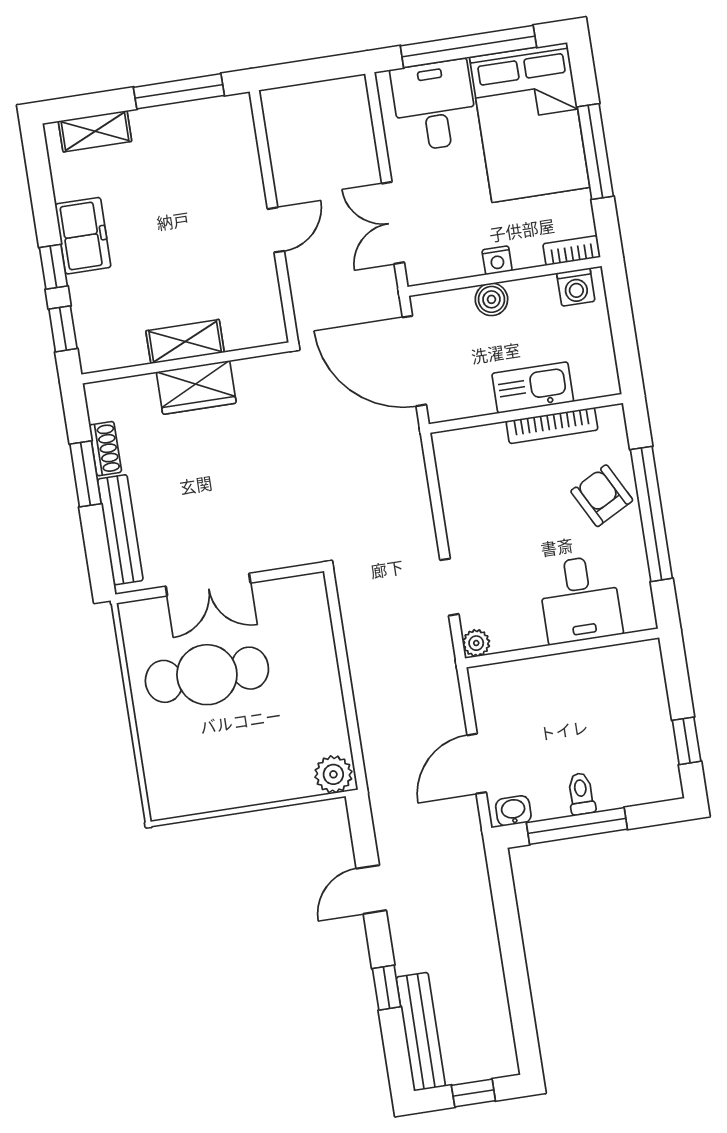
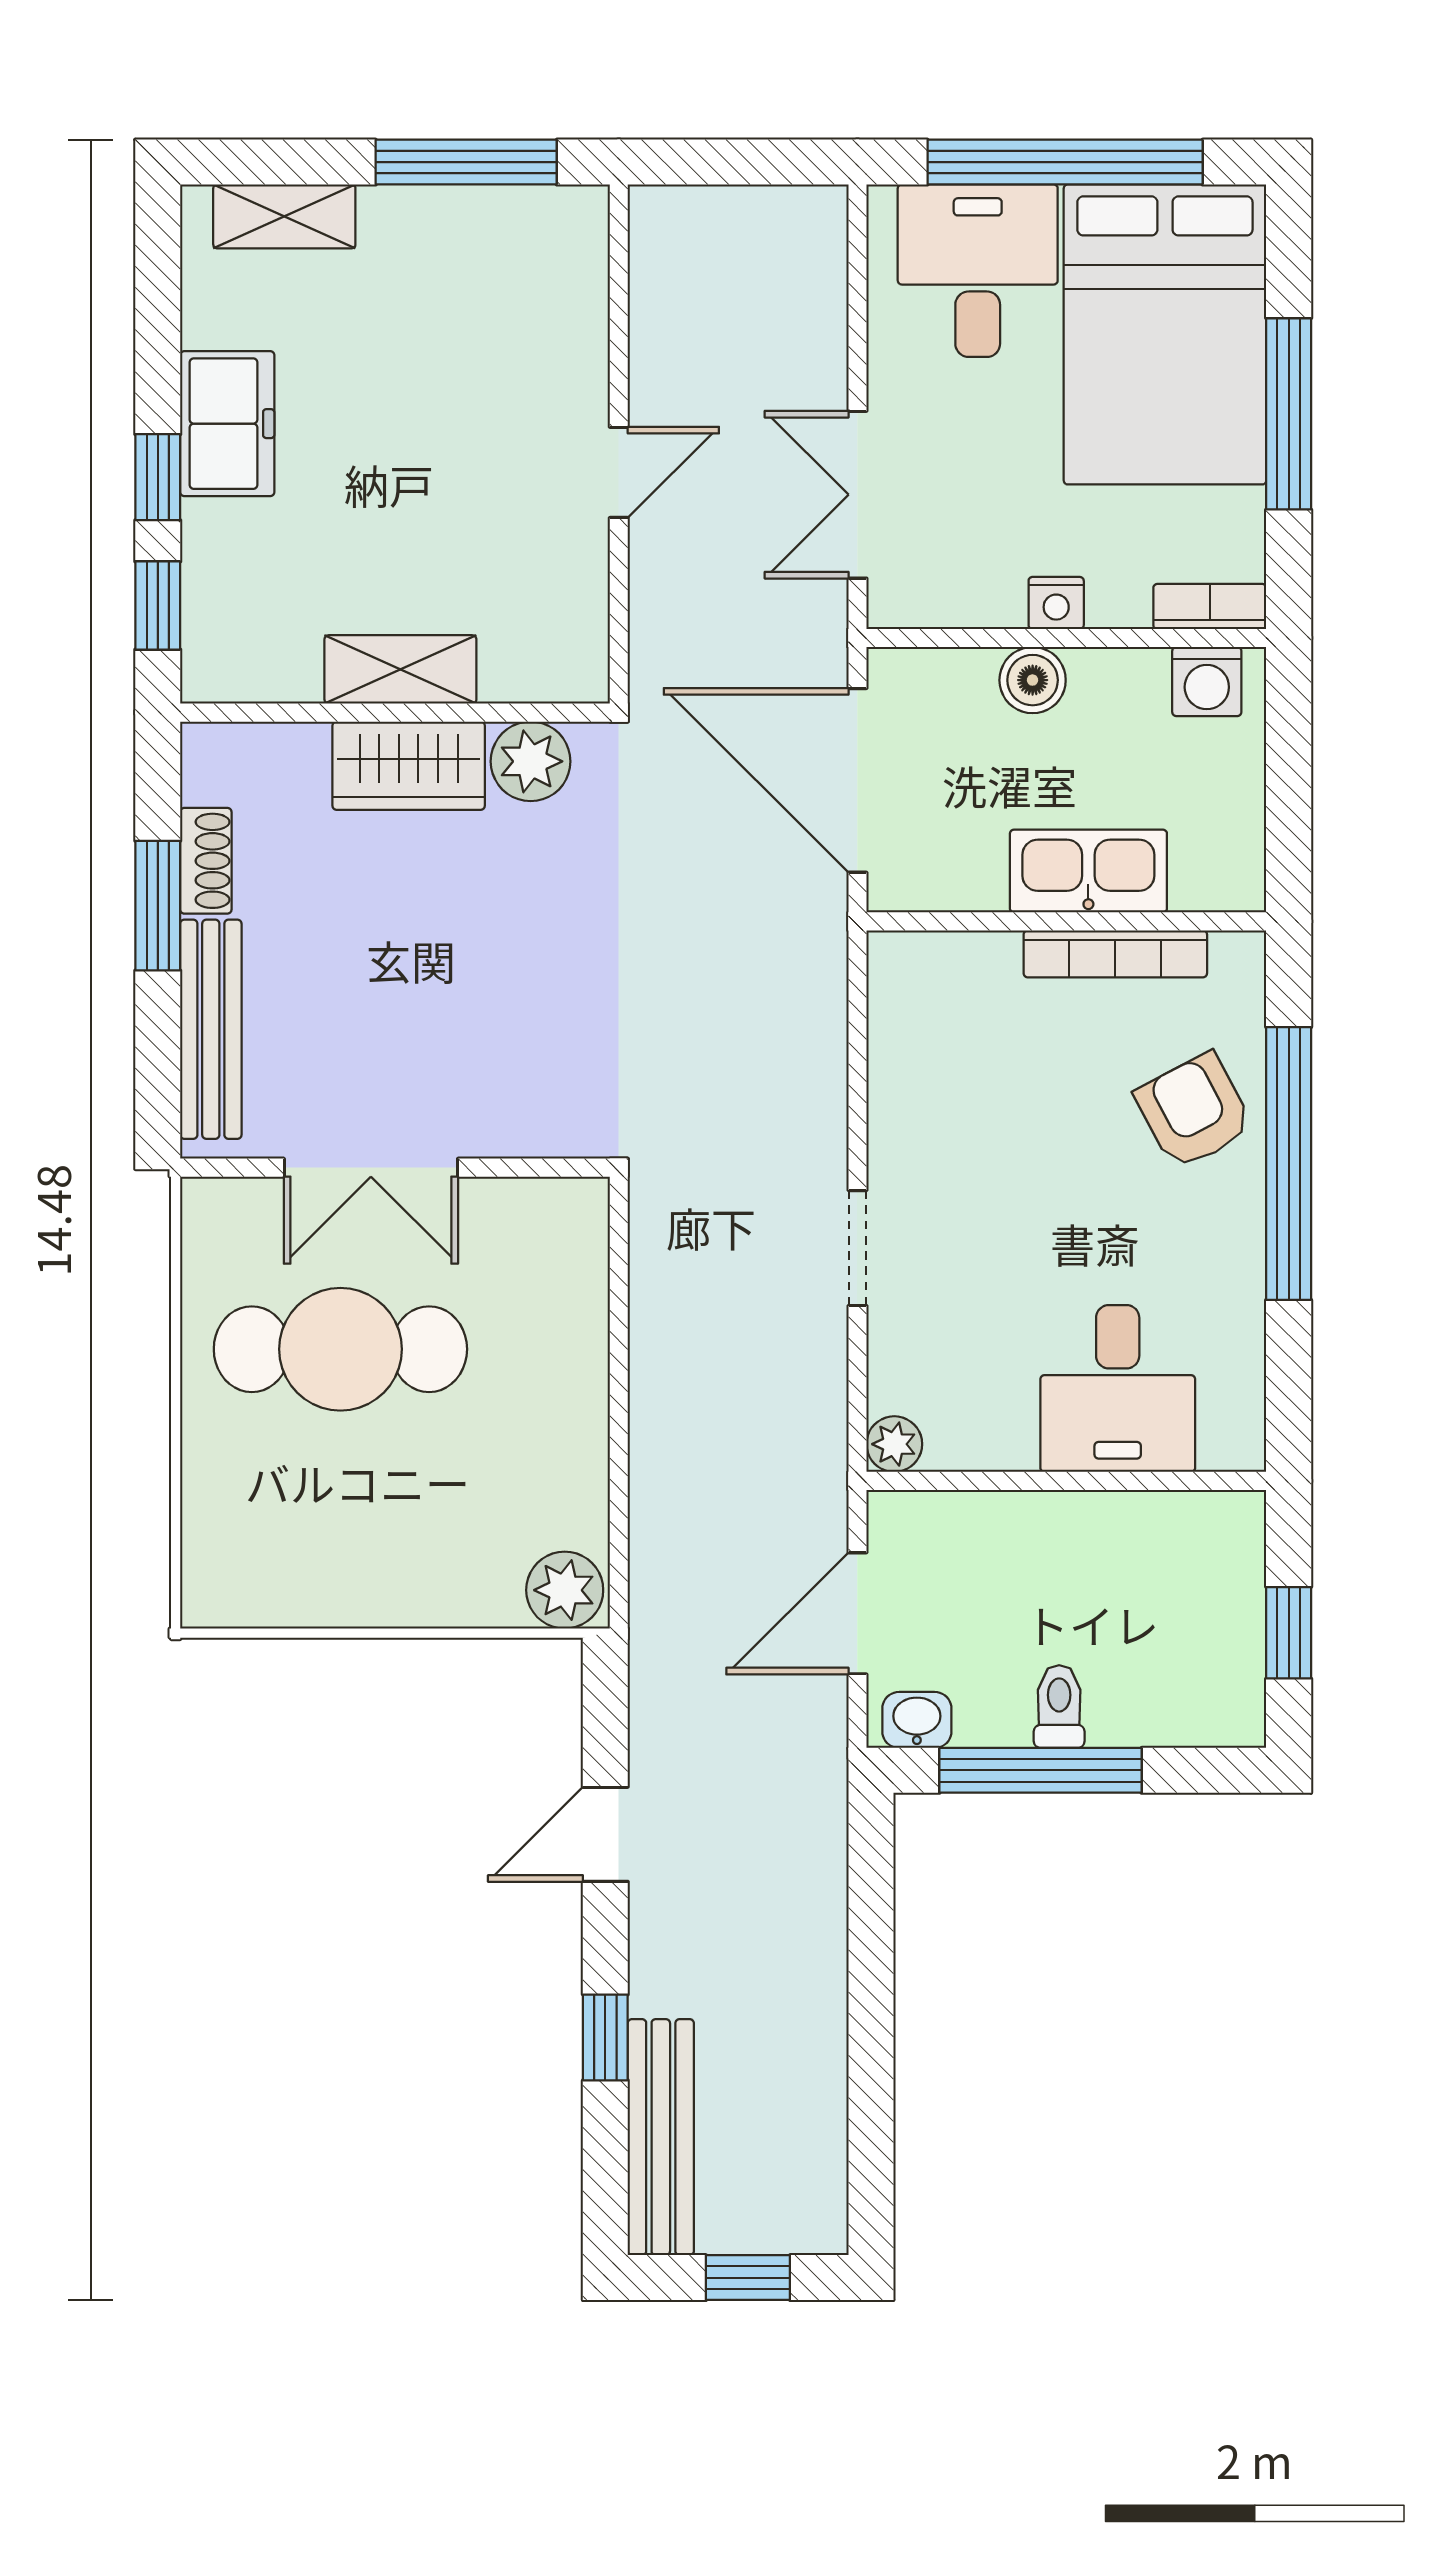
plant: (255, 376) -> (531, 761), added
desk: (580, 599) -> (1118, 1389), moved
plant: (476, 643) -> (894, 1444), moved
wall: (562, 648) -> (1066, 1481), moved

